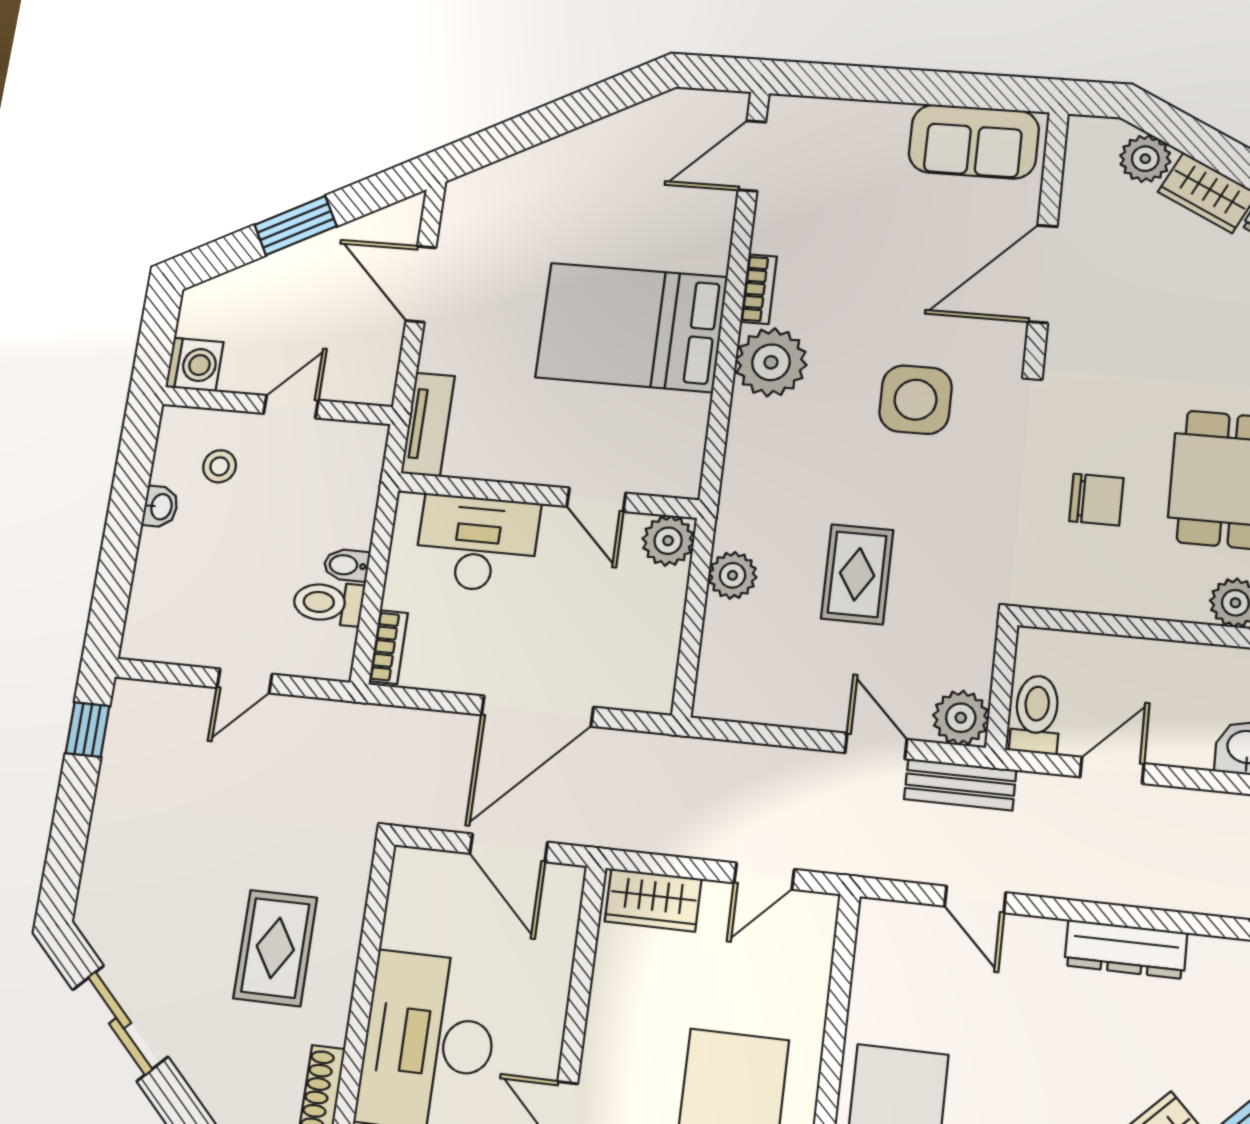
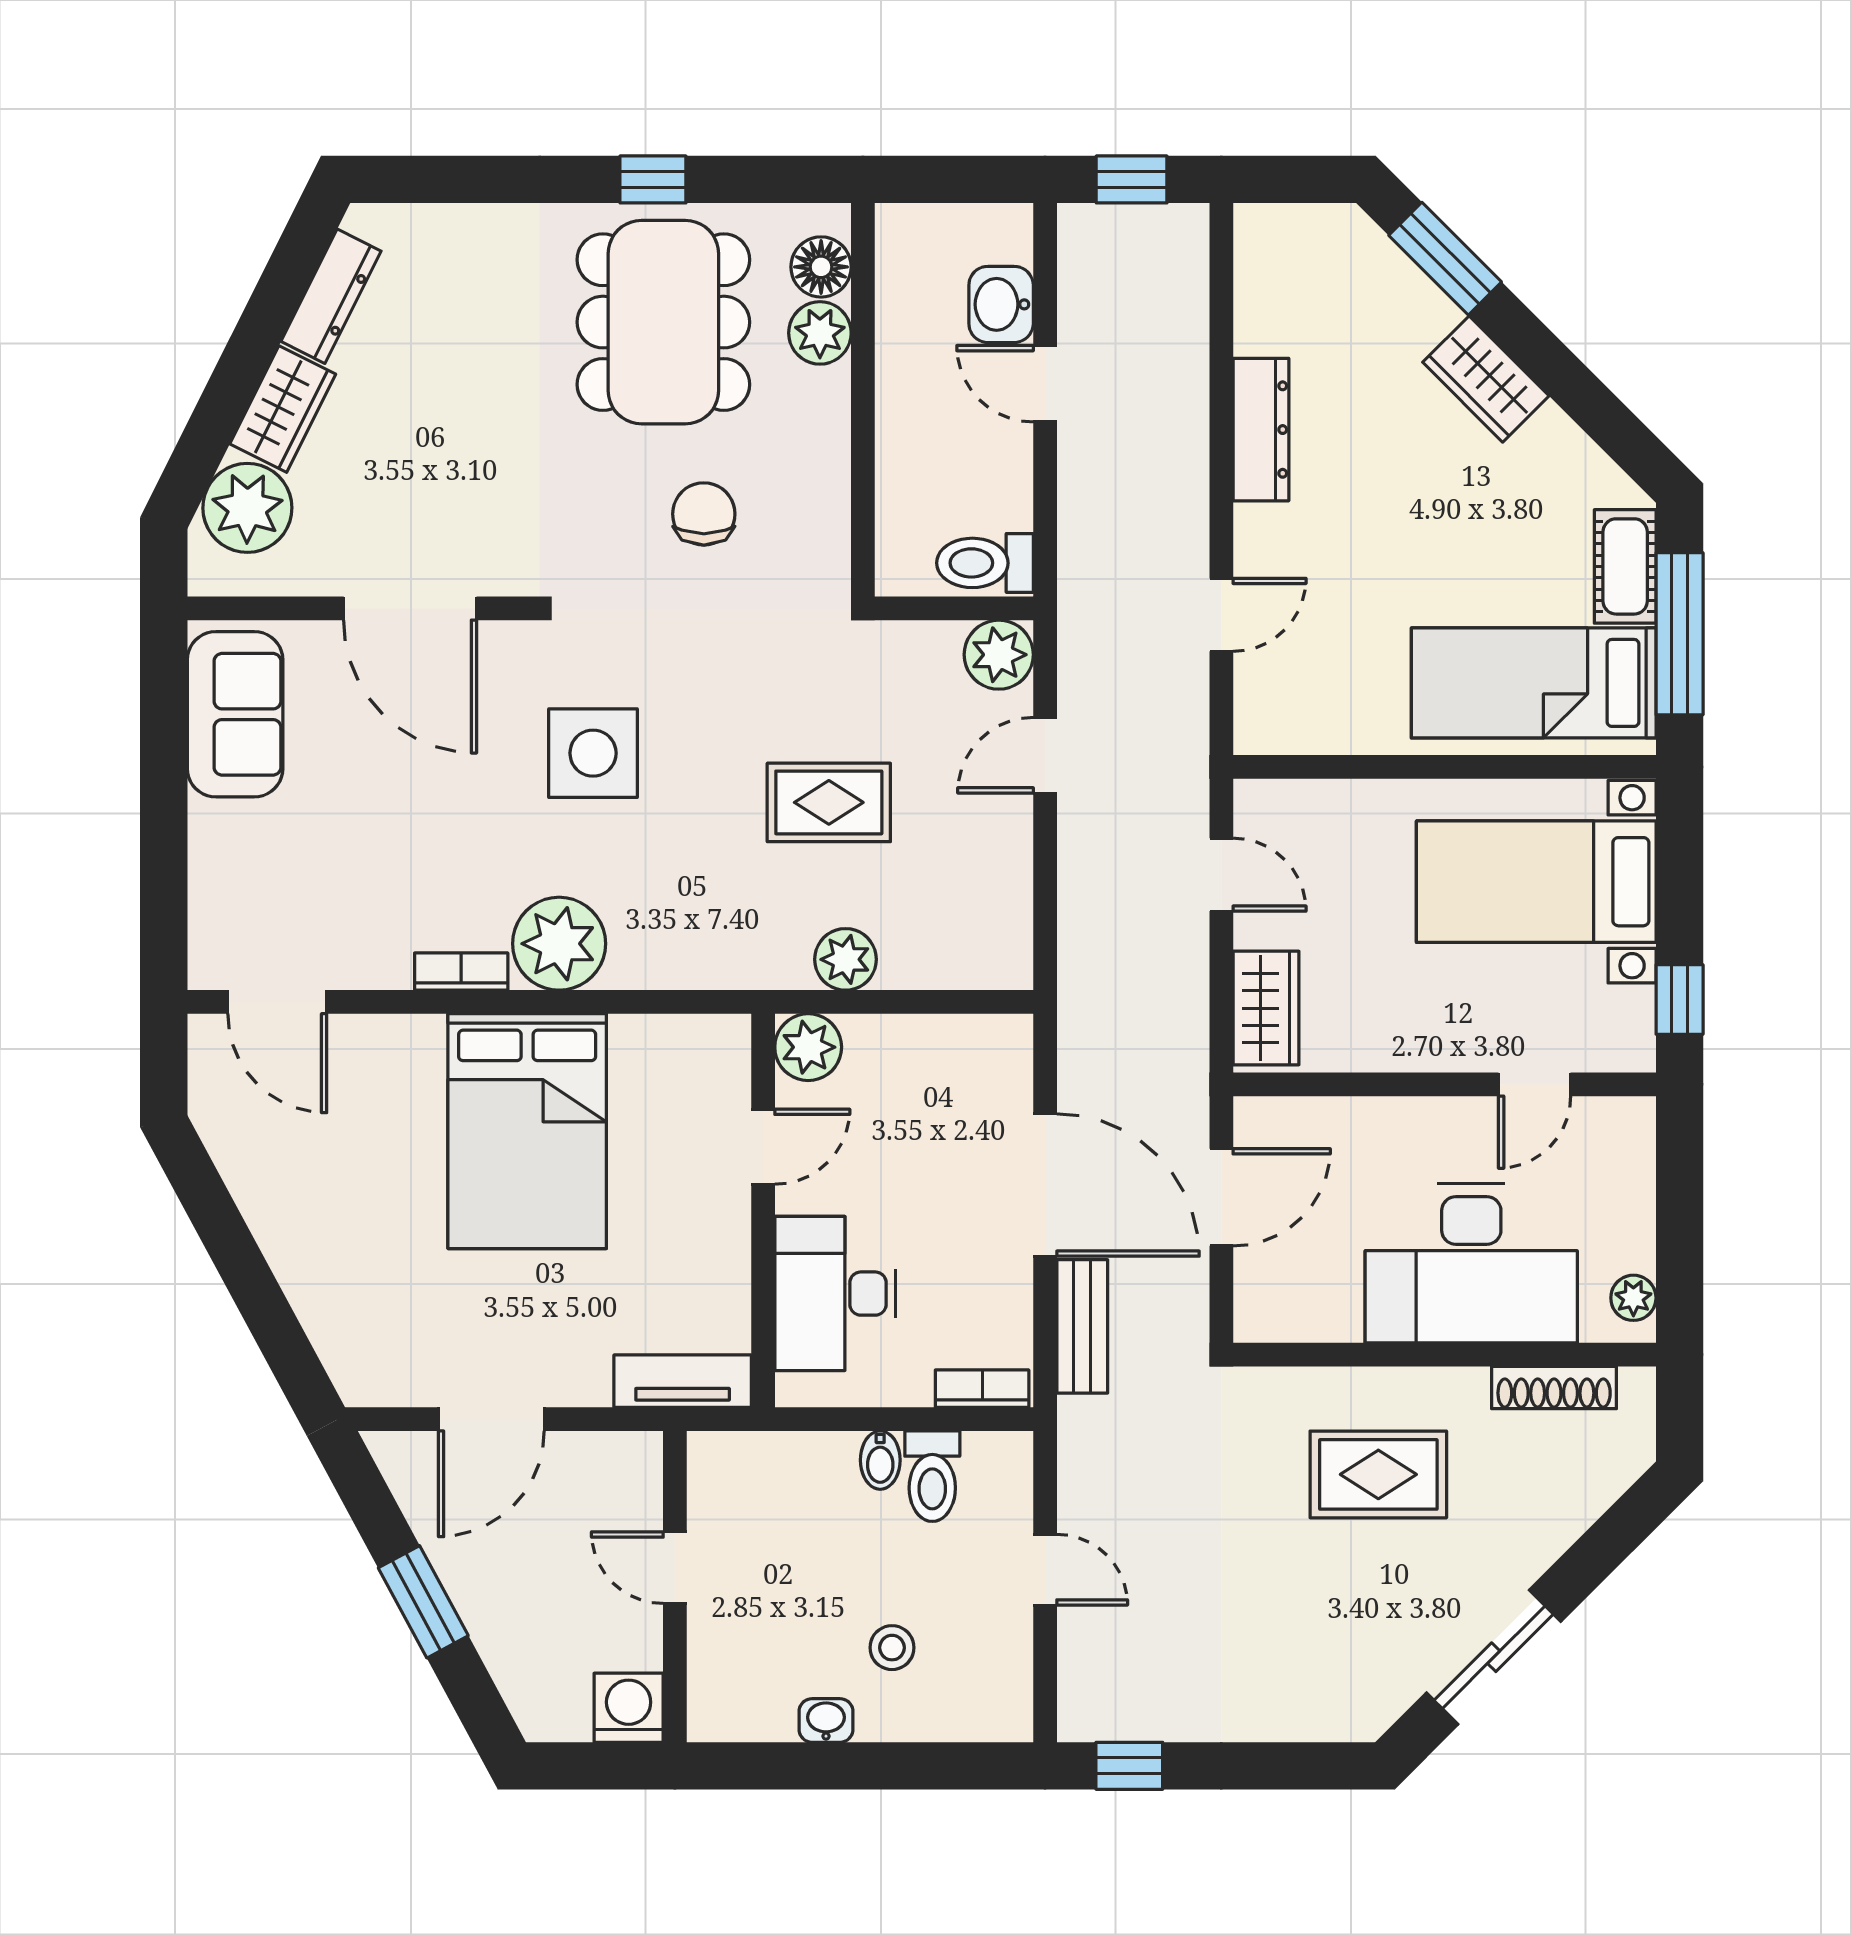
plant: (1145, 159) -> (247, 508), width x1.36, depth x1.36
stool: (220, 466) -> (892, 1648), moved
door: (1112, 770) -> (1045, 384), moved
bench: (960, 785) -> (1082, 1326), moved

